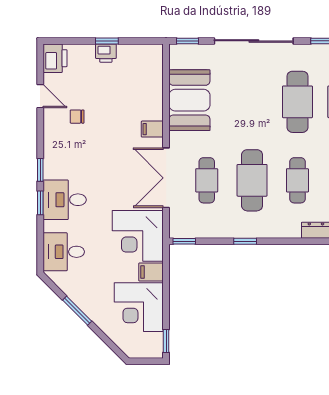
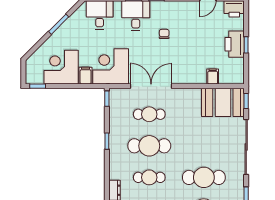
printer: (106, 53) -> (235, 44), width x1.87, depth x1.48
booth: (189, 100) -> (223, 102), moved
chair: (77, 117) -> (164, 34), moved
filing cabinet: (152, 129) -> (213, 76), moved

